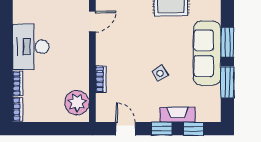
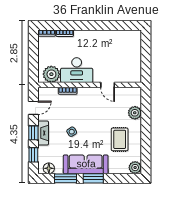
desk: (31, 47) -> (77, 70), moved, turned 180
floor lamp: (213, 106) -> (49, 168), added
fireplace: (178, 115) -> (43, 133), moved

